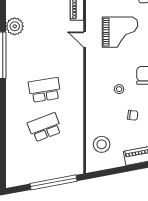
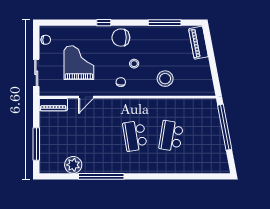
chair: (133, 115) -> (121, 82), moved
school desk: (45, 127) -> (171, 136), turned 30
stool: (102, 144) -> (165, 79), moved

